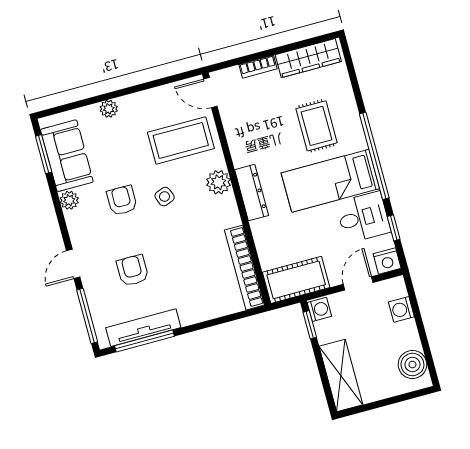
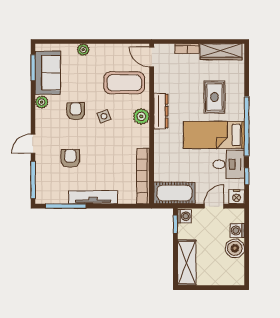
dresser: (252, 193) -> (161, 111), moved
tv unit: (143, 328) -> (93, 197), moved
boiler: (412, 365) -> (235, 248), moved

